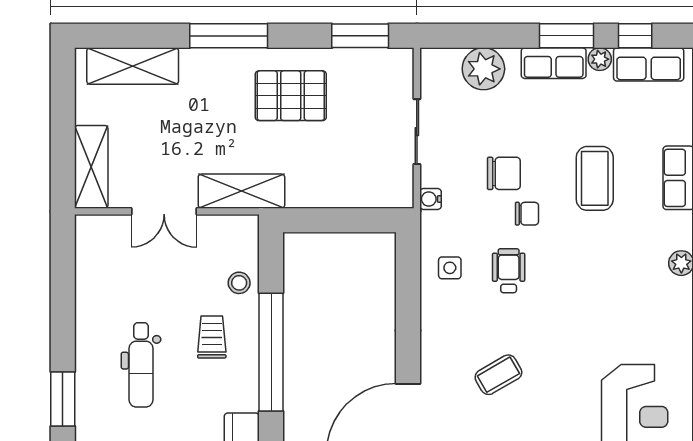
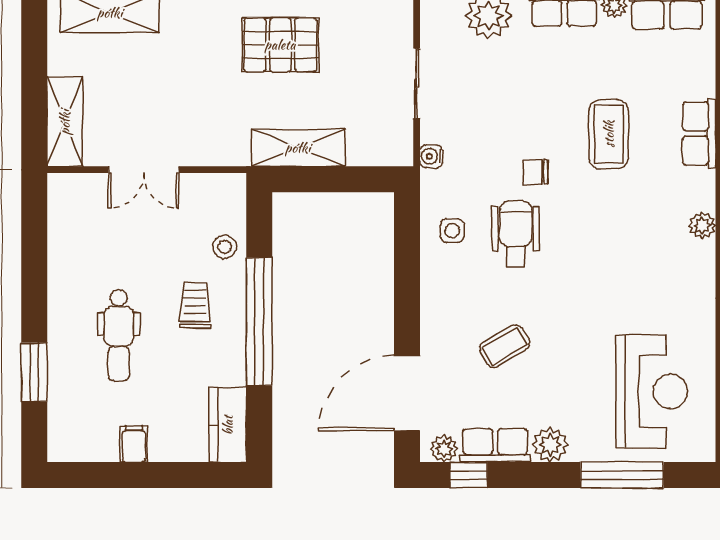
chair: (504, 173) -> (510, 129), removed
shelving: (241, 191) -> (298, 148), moved
chair: (527, 214) -> (536, 172), turned 180
wheelchair: (509, 271) -> (516, 234), width x1.36, depth x1.37

